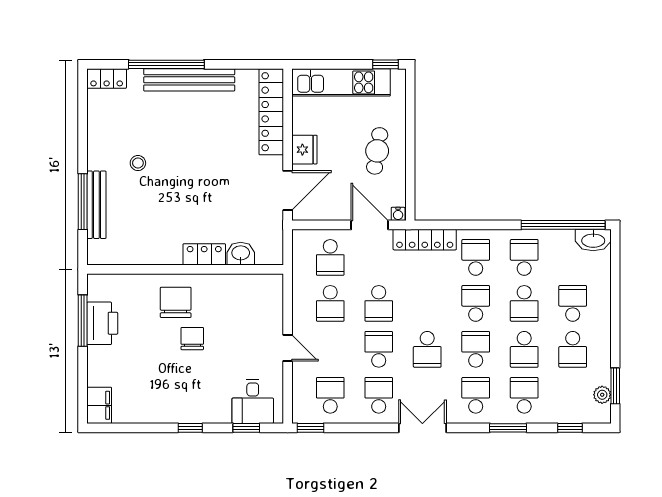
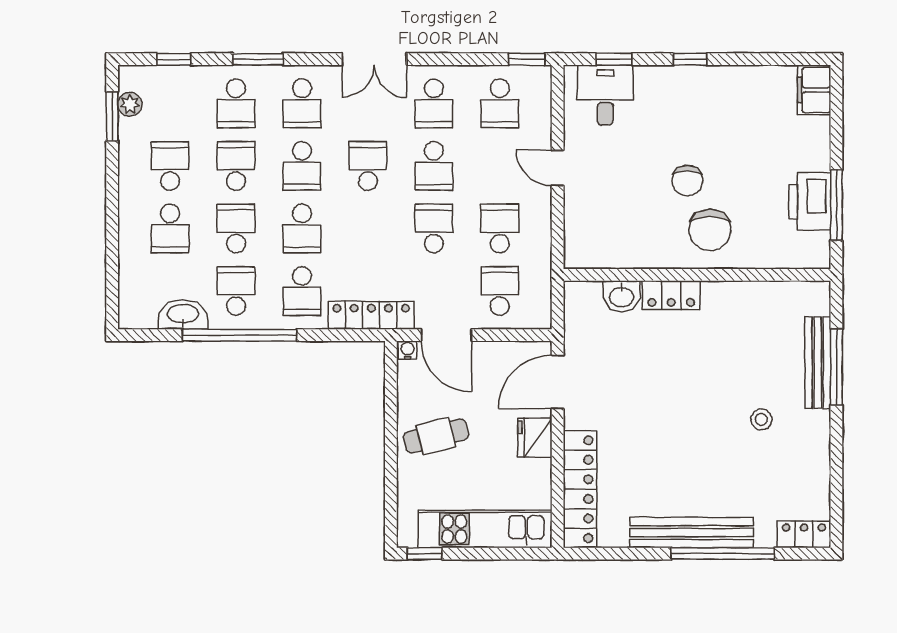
cafe table: (377, 151) -> (436, 436), turned 67
window: (563, 225) -> (240, 335), moved
washbasin: (593, 240) -> (183, 315), moved
school desk: (524, 257) -> (236, 291), turned 180

